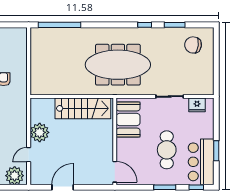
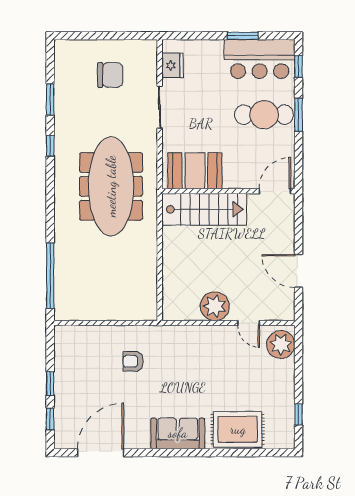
chair: (193, 45) -> (110, 75), moved, turned -98
stairs: (83, 108) -> (204, 209), moved, turned 90
cafe table: (167, 150) -> (264, 115), moved

